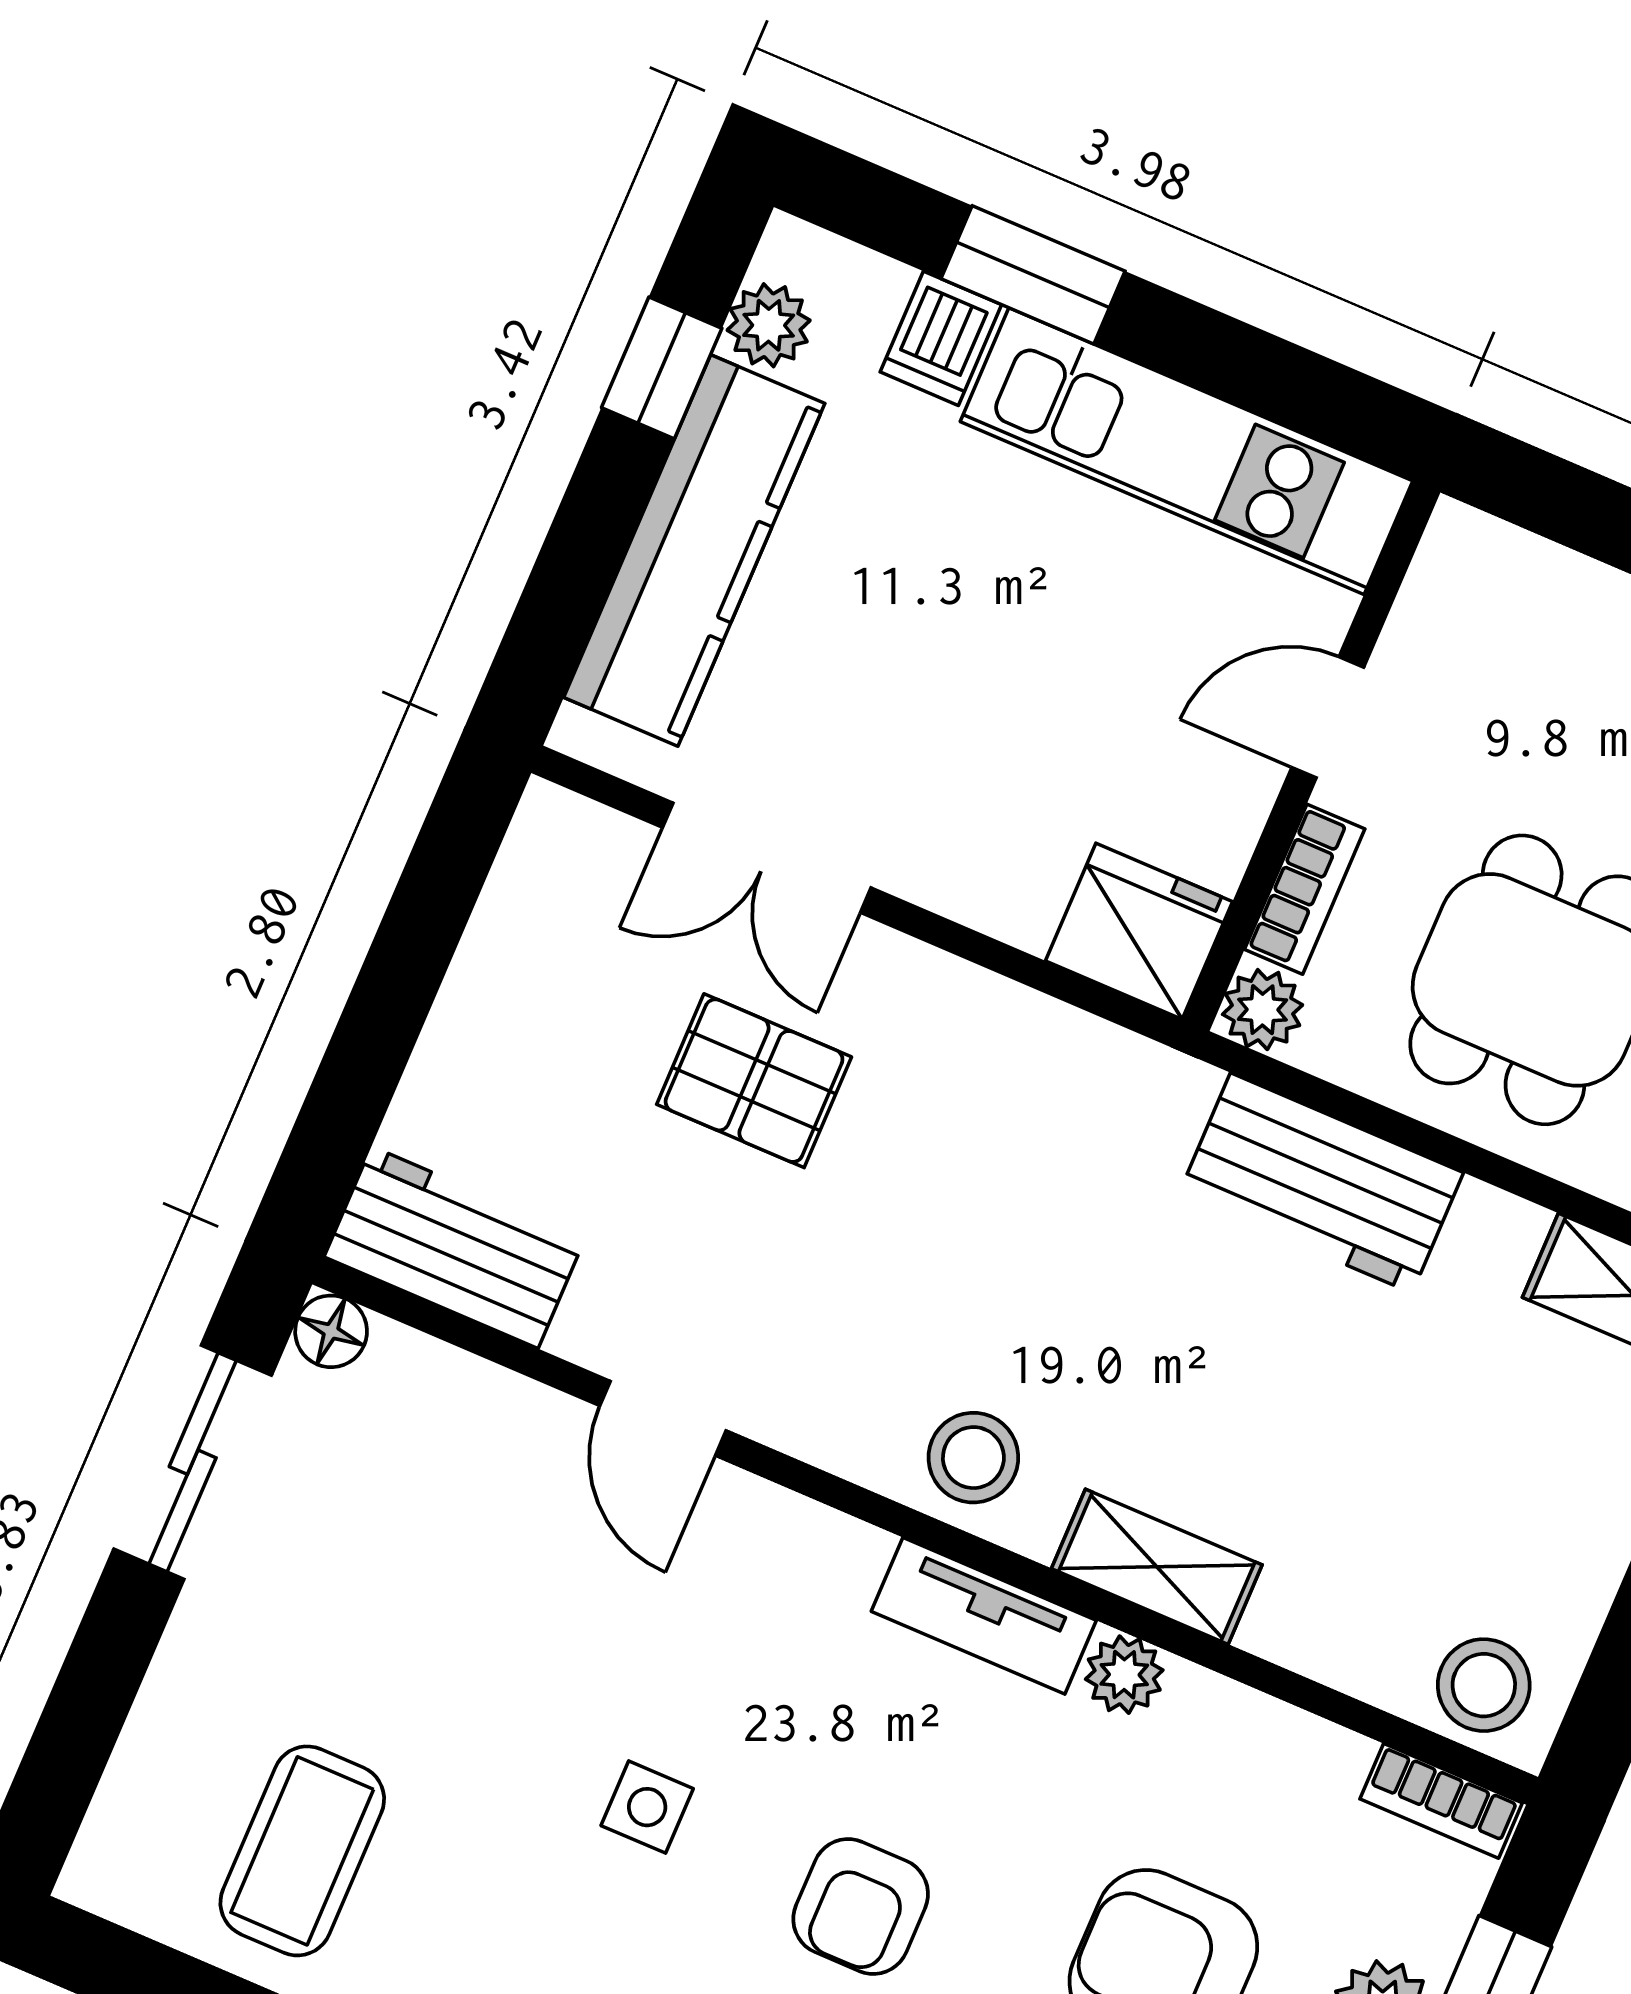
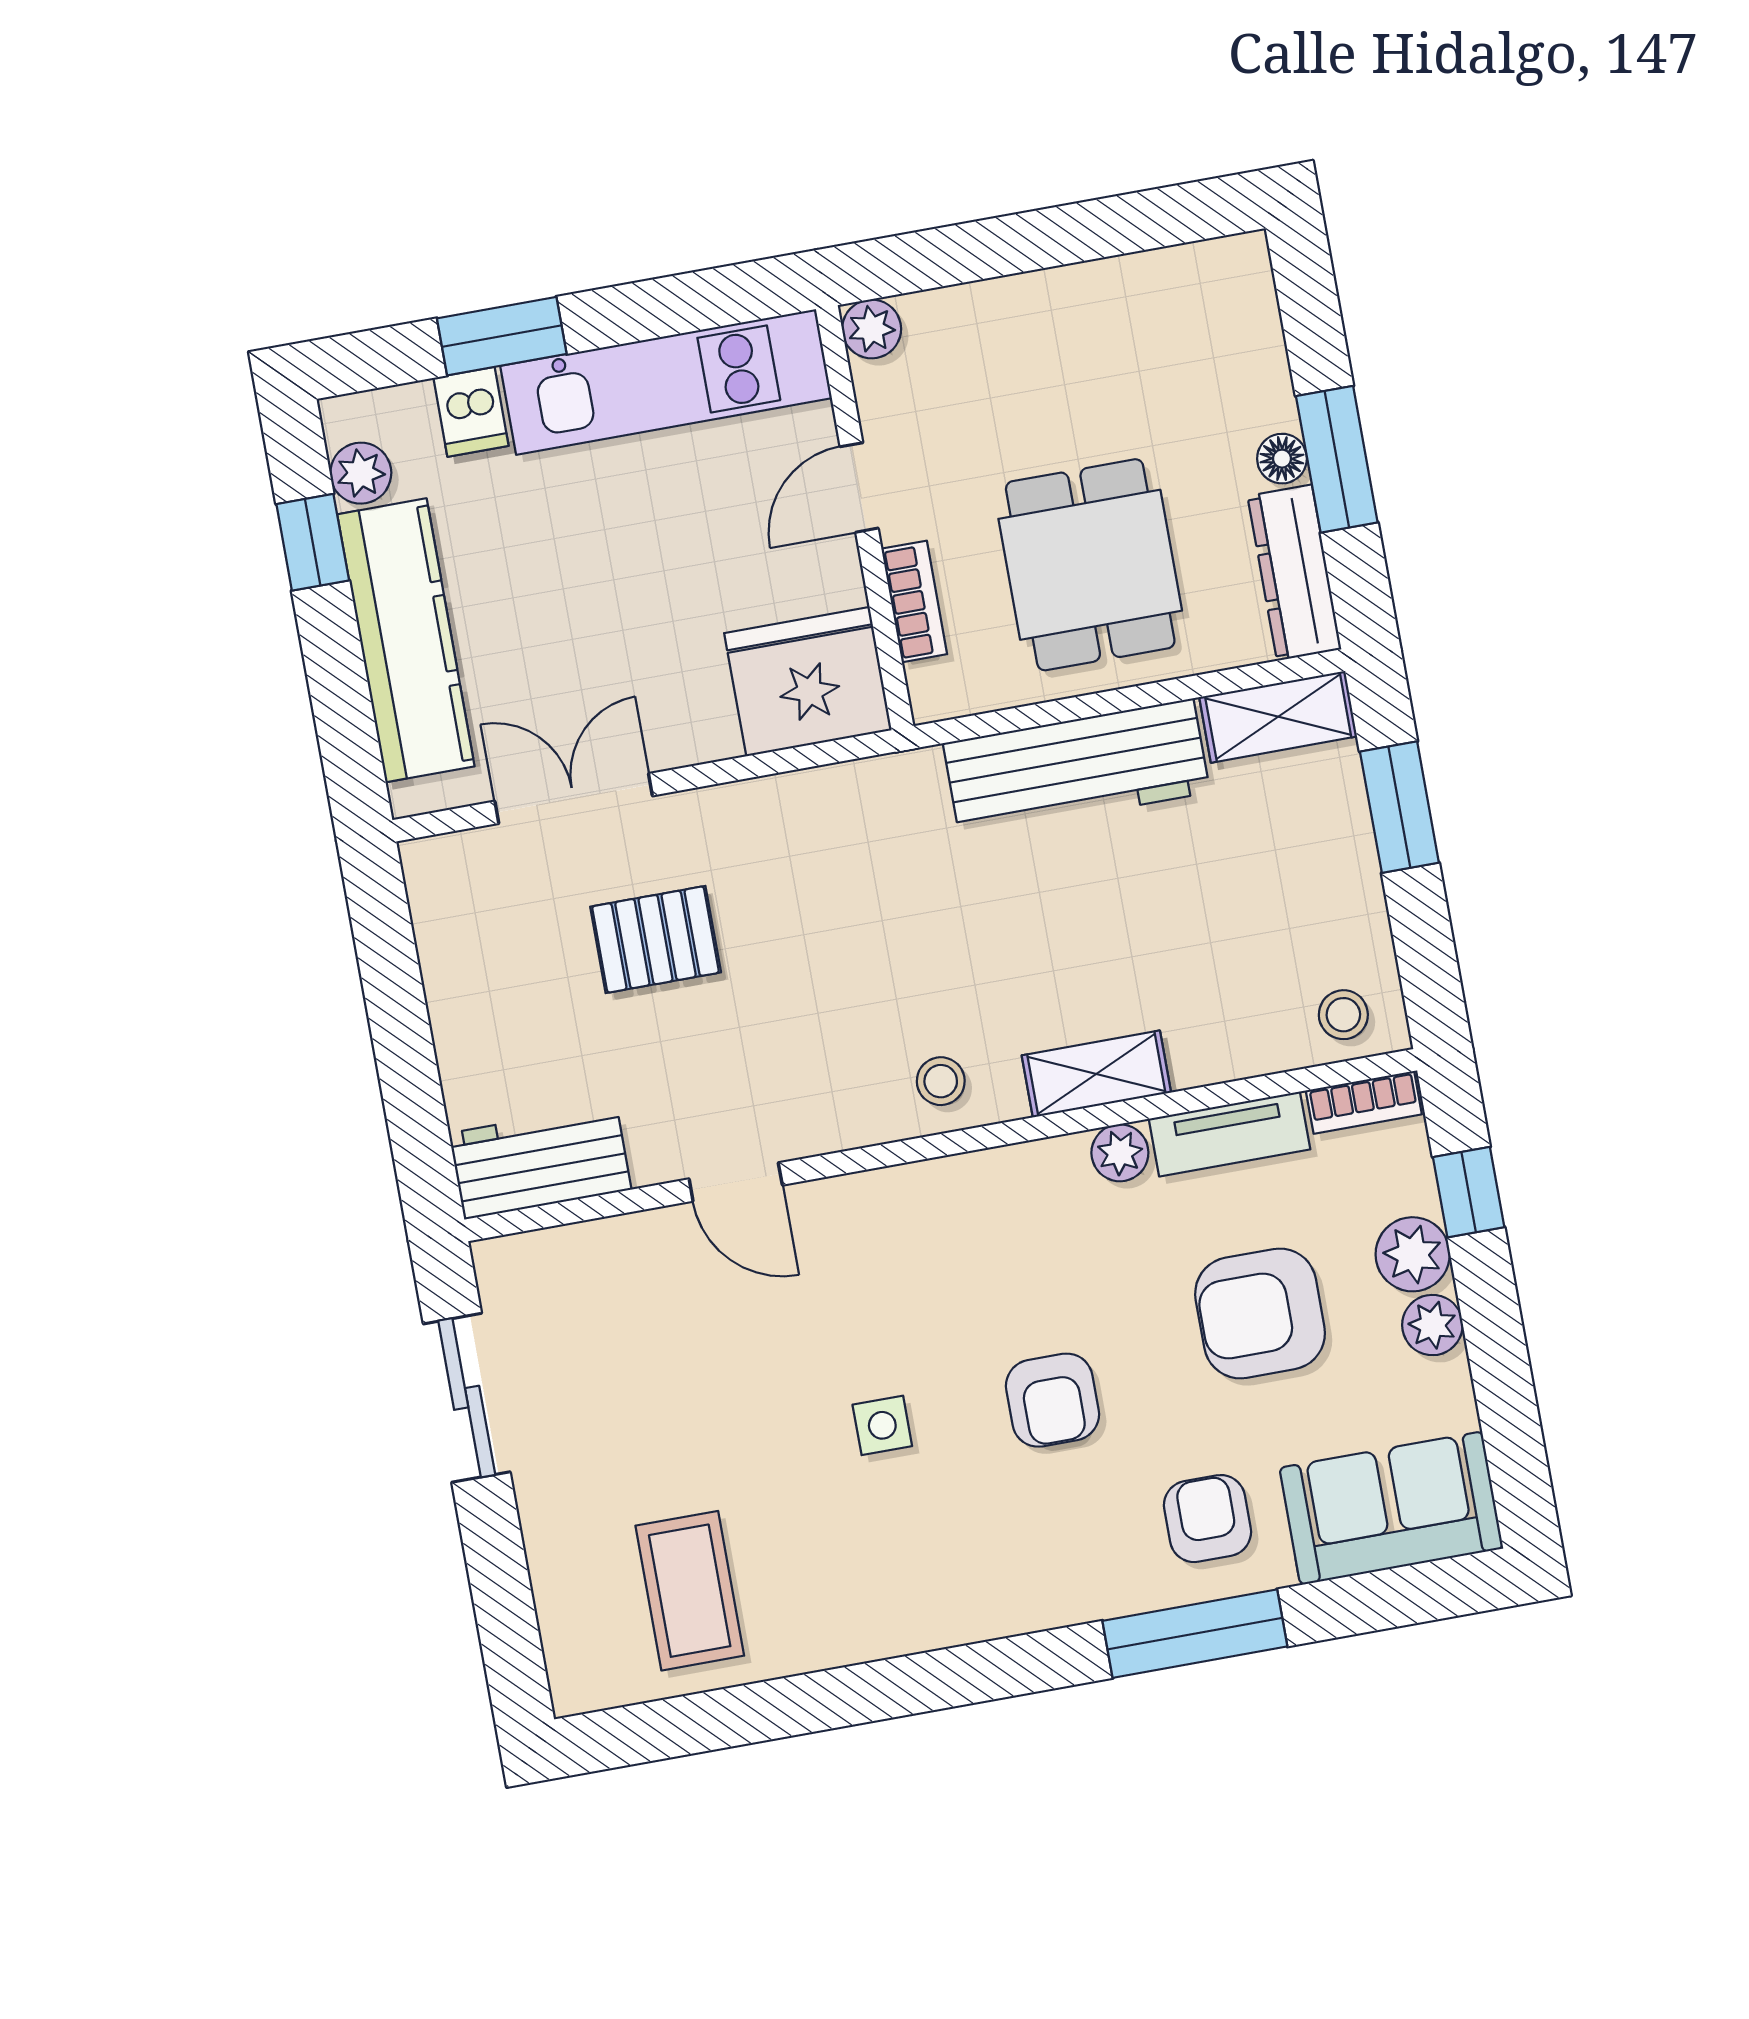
double door: (767, 858) -> (574, 798), swing flipped
fridge: (1139, 931) -> (808, 682), width x1.36, depth x1.34
plant: (1263, 1010) -> (872, 329), moved
workbench: (1321, 1183) -> (1077, 768), width x1.37
floor lamp: (331, 1331) -> (498, 1262), removed
stool: (973, 1458) -> (941, 1081), width x0.73, depth x0.73
tv unit: (984, 1616) -> (1230, 1134), moved
stool: (1484, 1685) -> (1343, 1015), width x0.73, depth x0.73

